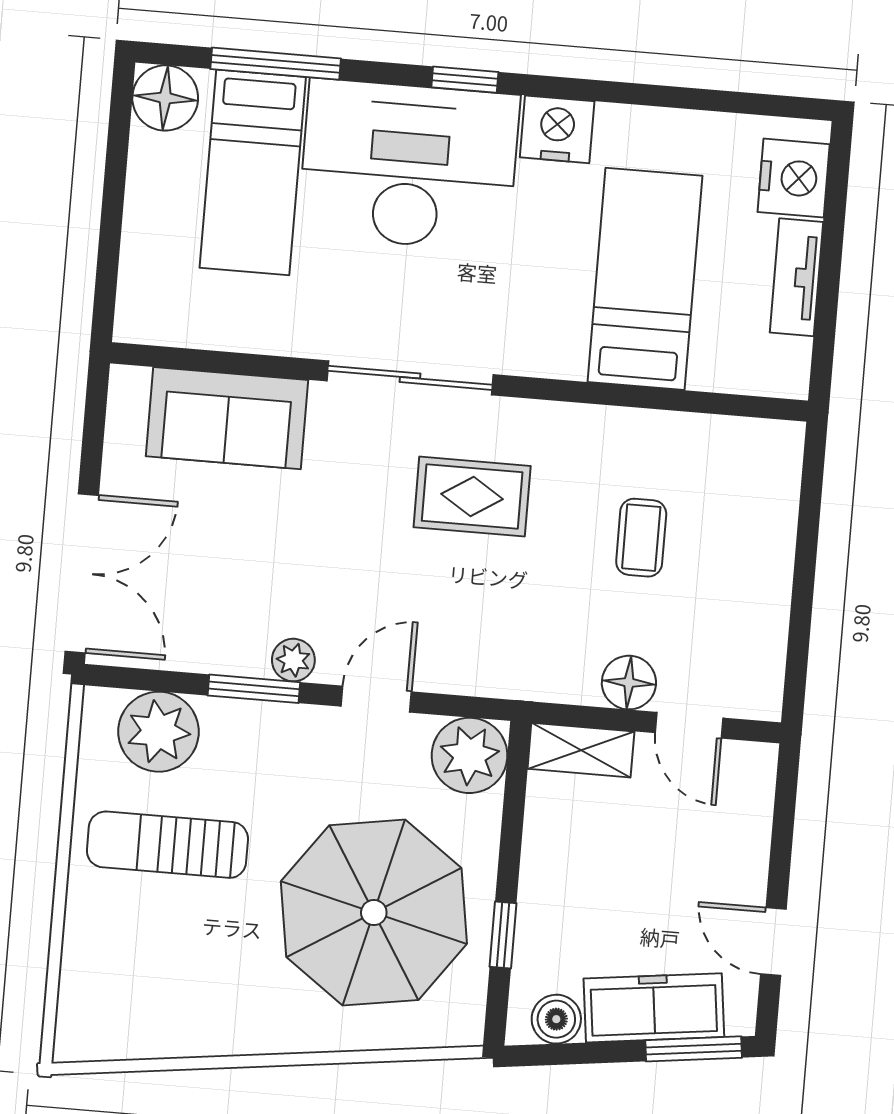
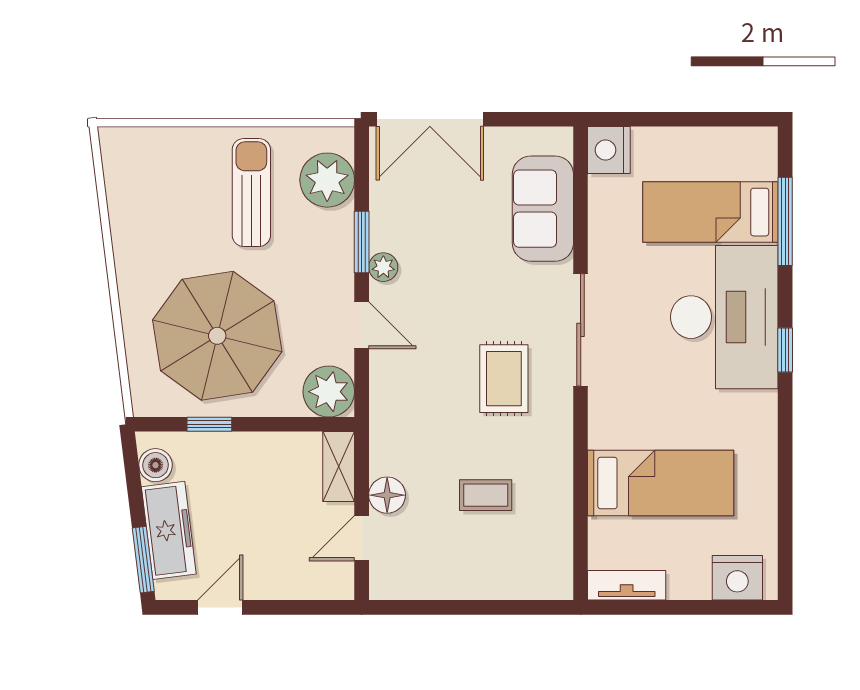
floor lamp: (165, 98) -> (756, 149), removed
nightstand: (557, 129) -> (609, 150), moved, turned 180
tv unit: (796, 277) -> (627, 585), moved

